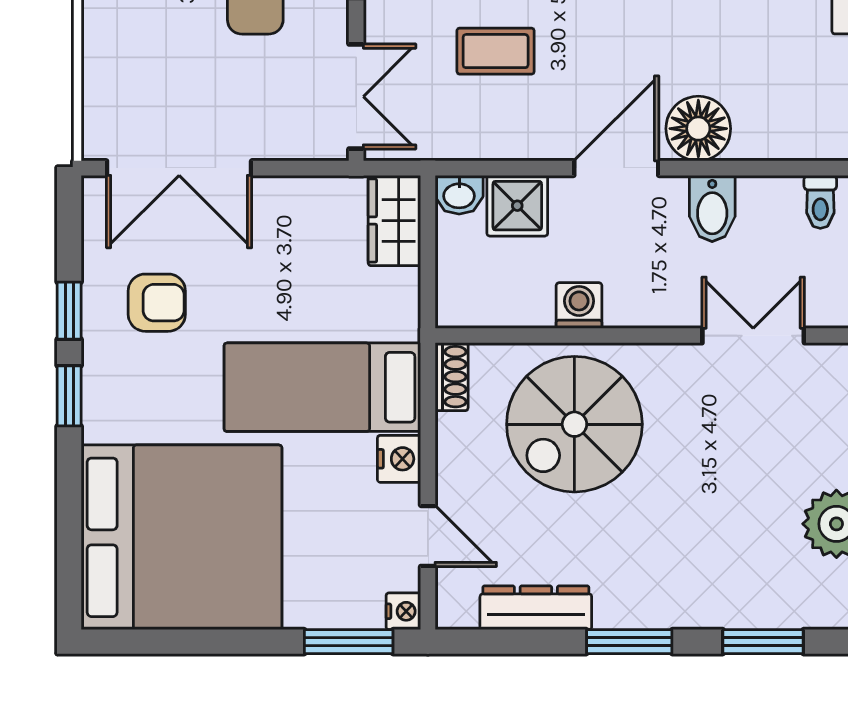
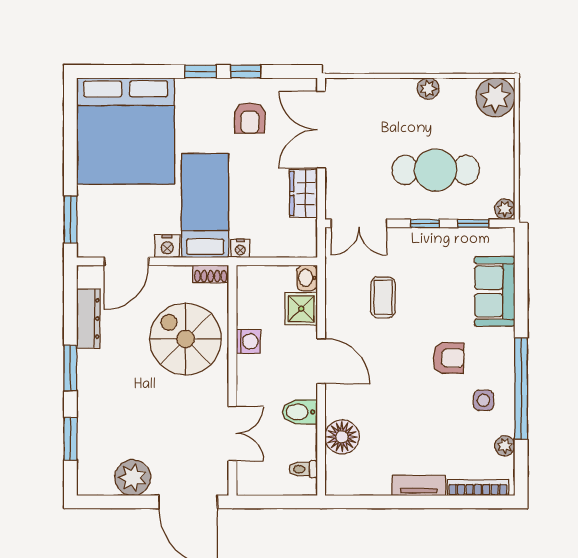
floor lamp: (698, 129) -> (342, 437), moved
wardrobe: (394, 221) -> (303, 194), moved, turned -90
door: (428, 536) -> (126, 261), width x1.38
nightstand: (403, 611) -> (240, 248), moved

